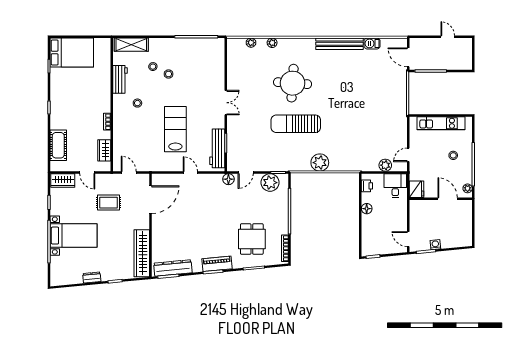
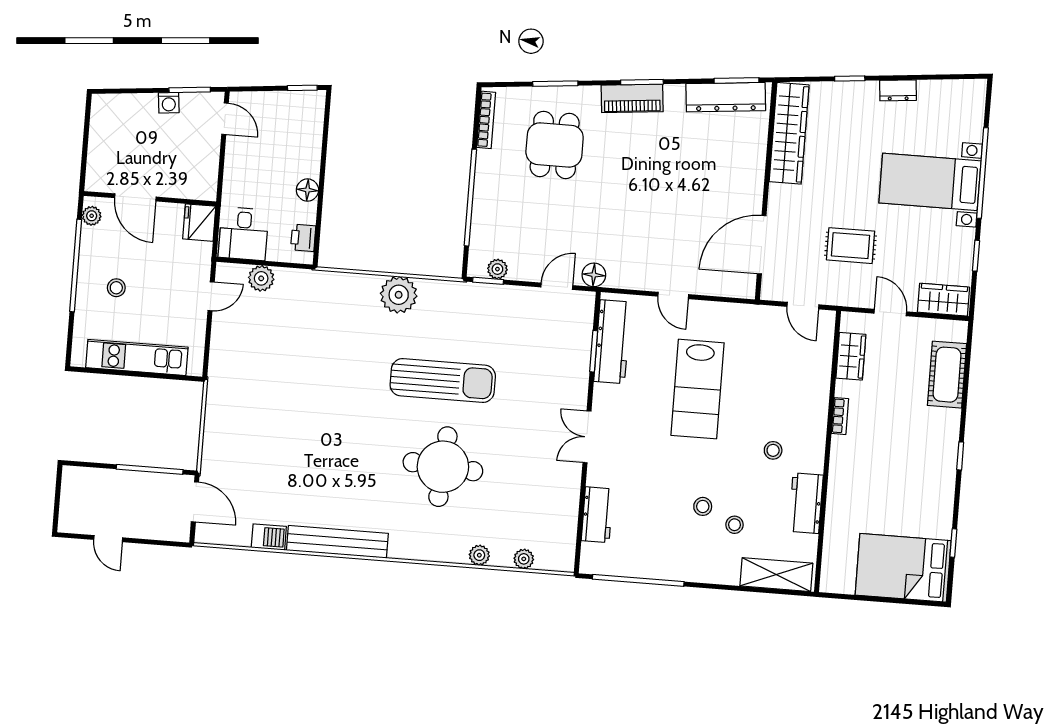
workbench: (218, 66) -> (597, 515), added
plant: (270, 183) -> (497, 269), width x0.53, depth x0.53

